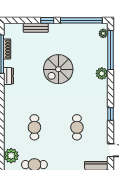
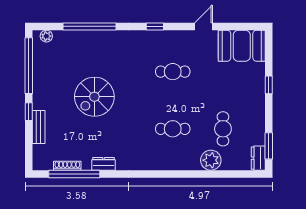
window: (110, 50) -> (89, 26), moved
spiral stairs: (58, 69) -> (94, 97), turned 90
plant: (102, 73) -> (100, 38), removed

